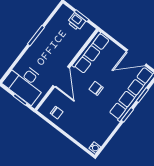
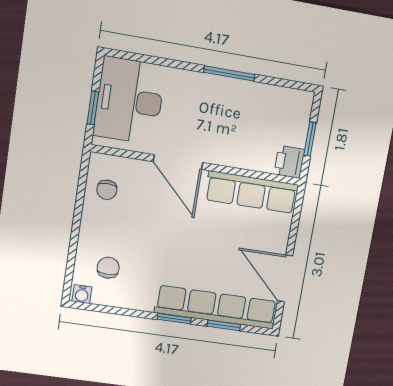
printer: (76, 22) -> (289, 162), moved
door: (61, 77) -> (178, 162), hinge flipped
chair: (96, 88) -> (108, 268), moved

